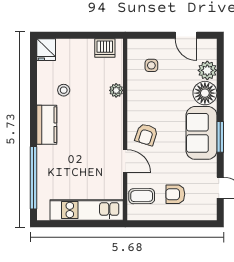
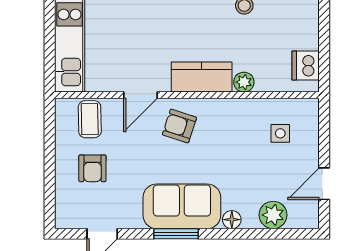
floor lamp: (205, 93) -> (232, 220), width x0.53, depth x0.53
kitchen counter: (113, 119) -> (202, 77), added
armchair: (175, 194) -> (92, 168), turned 180

